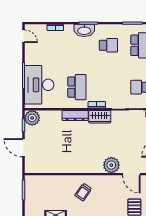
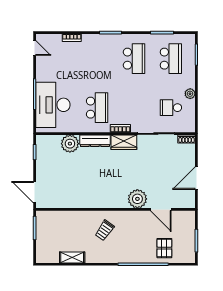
washbasin: (84, 30) -> (106, 41), removed
school desk: (108, 45) -> (134, 59), width x1.85
plant: (32, 118) -> (70, 144), moved
door: (24, 148) -> (35, 192), moved

